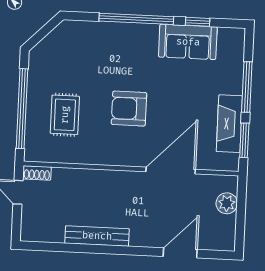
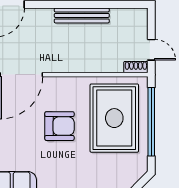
rug: (65, 115) -> (114, 118), width x1.86, depth x2.06

